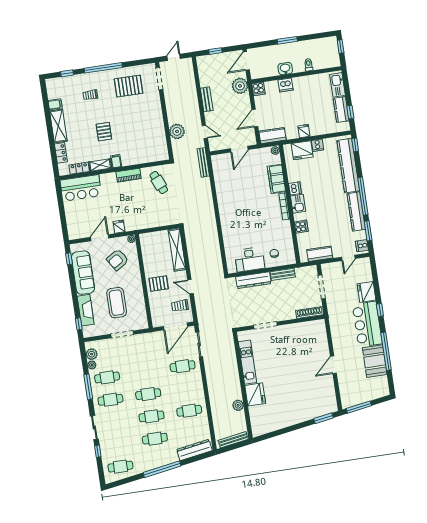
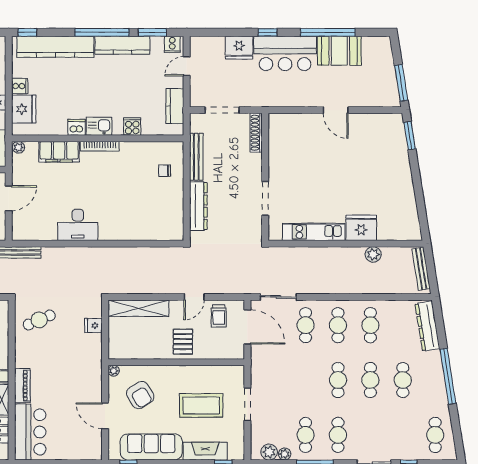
door: (239, 149) -> (9, 198), hinge flipped
piano: (129, 175) -> (22, 386), moved
fridge: (119, 227) -> (93, 326), moved
door: (348, 258) -> (187, 66), swing flipped
desk: (250, 259) -> (78, 225), moved, turned 90
bench: (283, 274) -> (196, 157), width x1.36
cafe table: (186, 388) -> (338, 325), added

